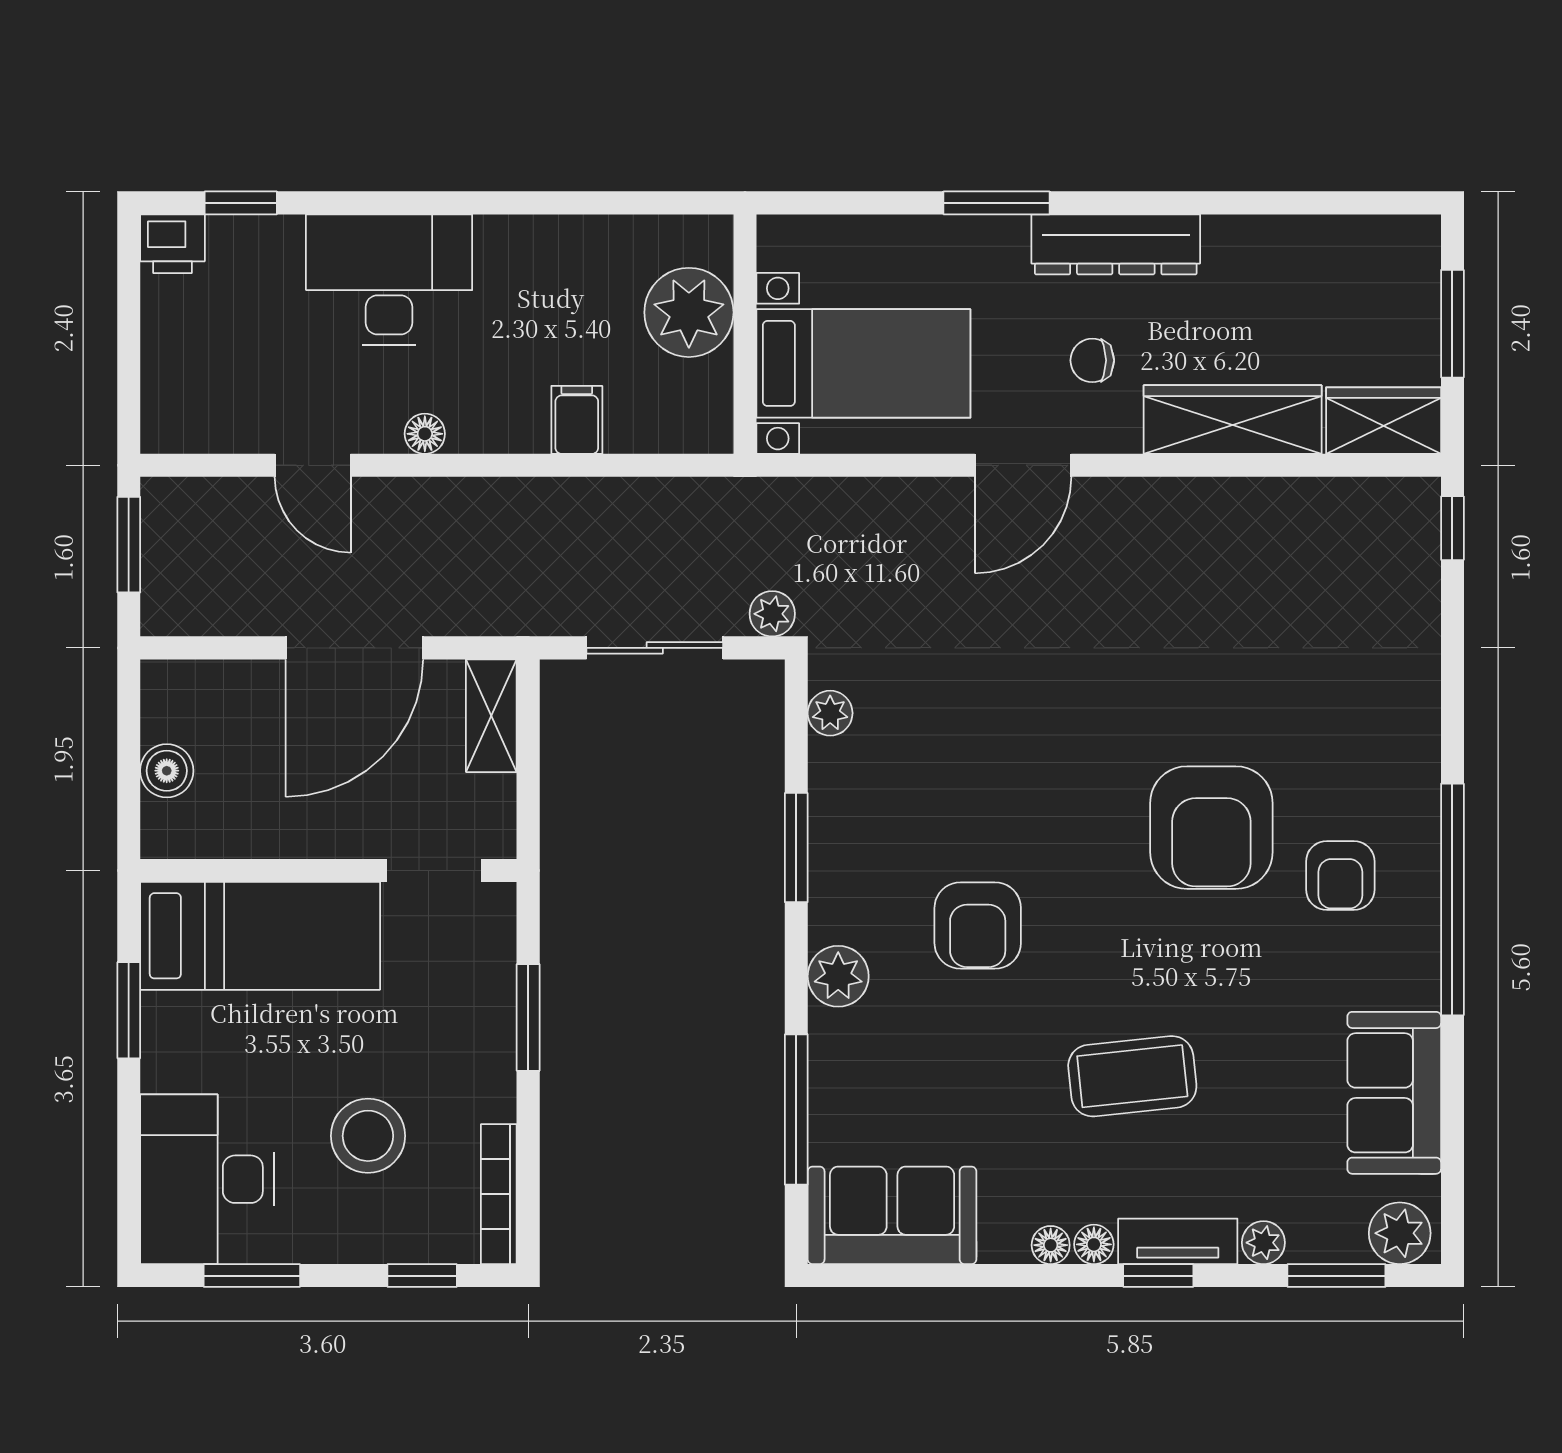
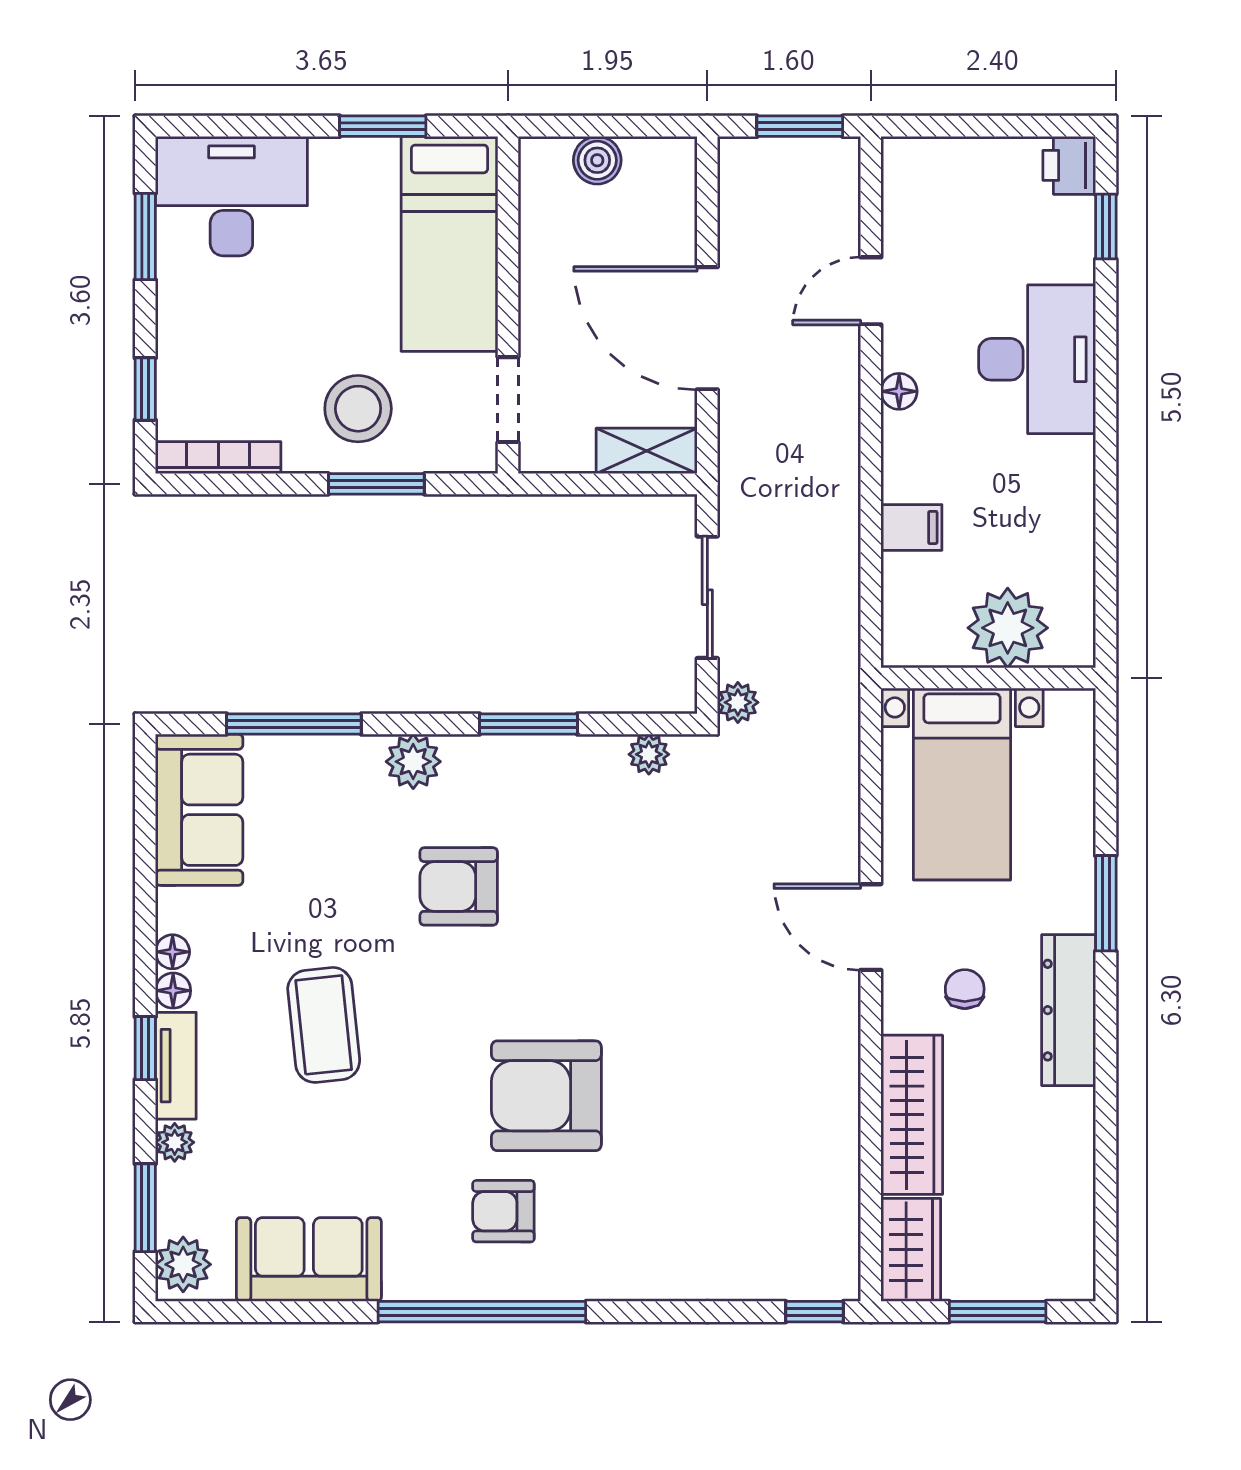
stool: (368, 1136) -> (358, 409), moved

